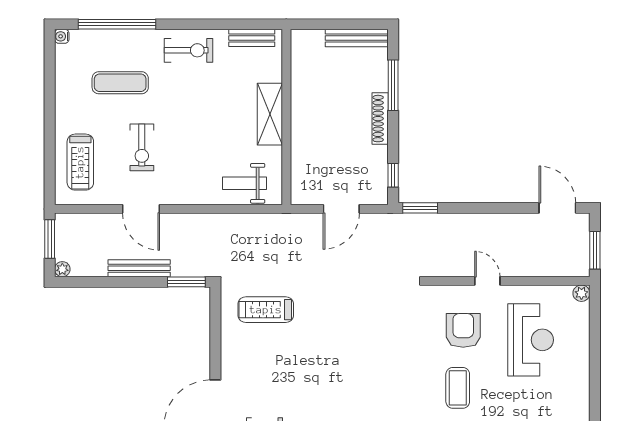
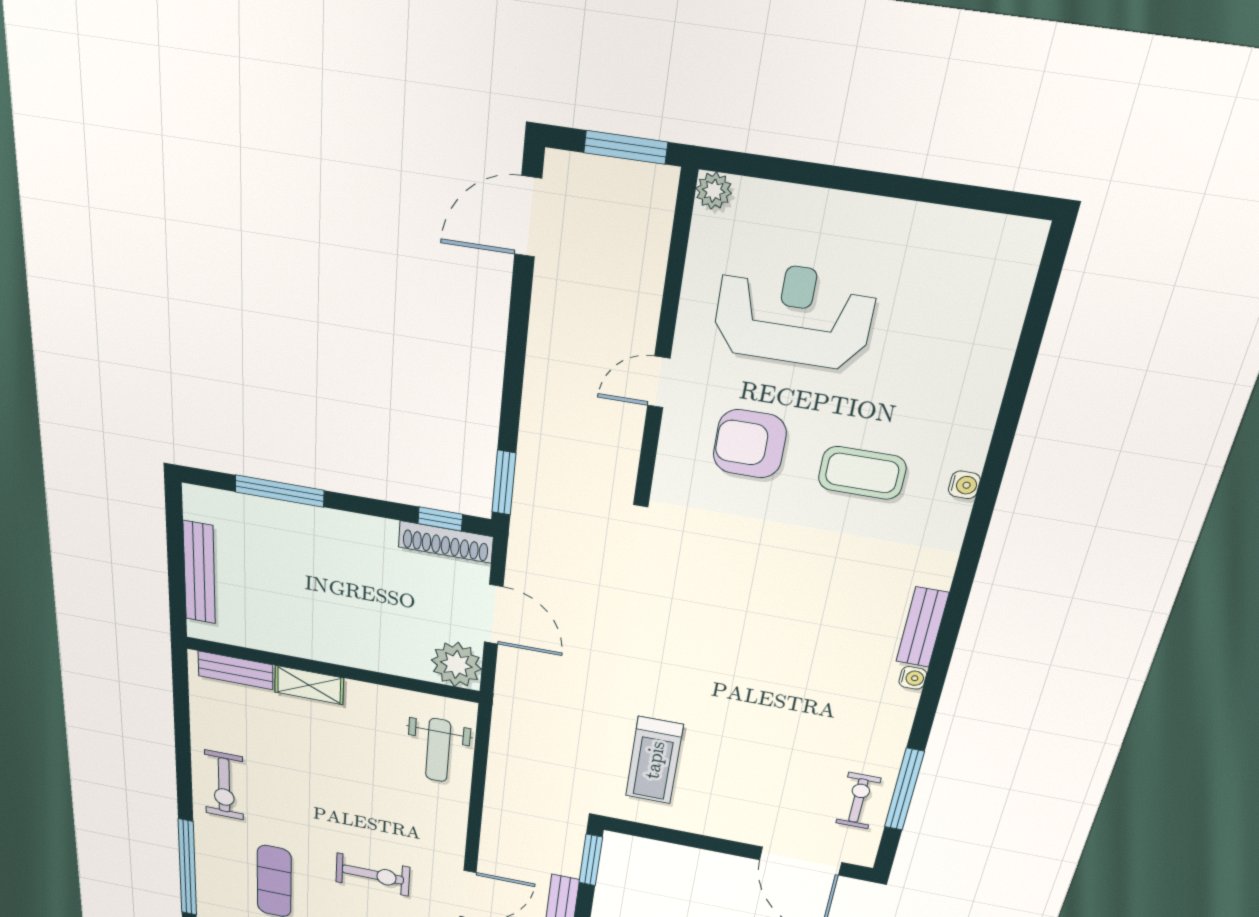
bench: (252, 38) -> (235, 670), moved, turned 90
bench: (357, 38) -> (199, 573), moved
exercise bike: (189, 50) -> (224, 785), turned 180
shelving: (270, 114) -> (309, 685), width x0.67, depth x0.75
shoe rack: (380, 119) -> (446, 542), moved
plant: (305, 190) -> (456, 665), added

